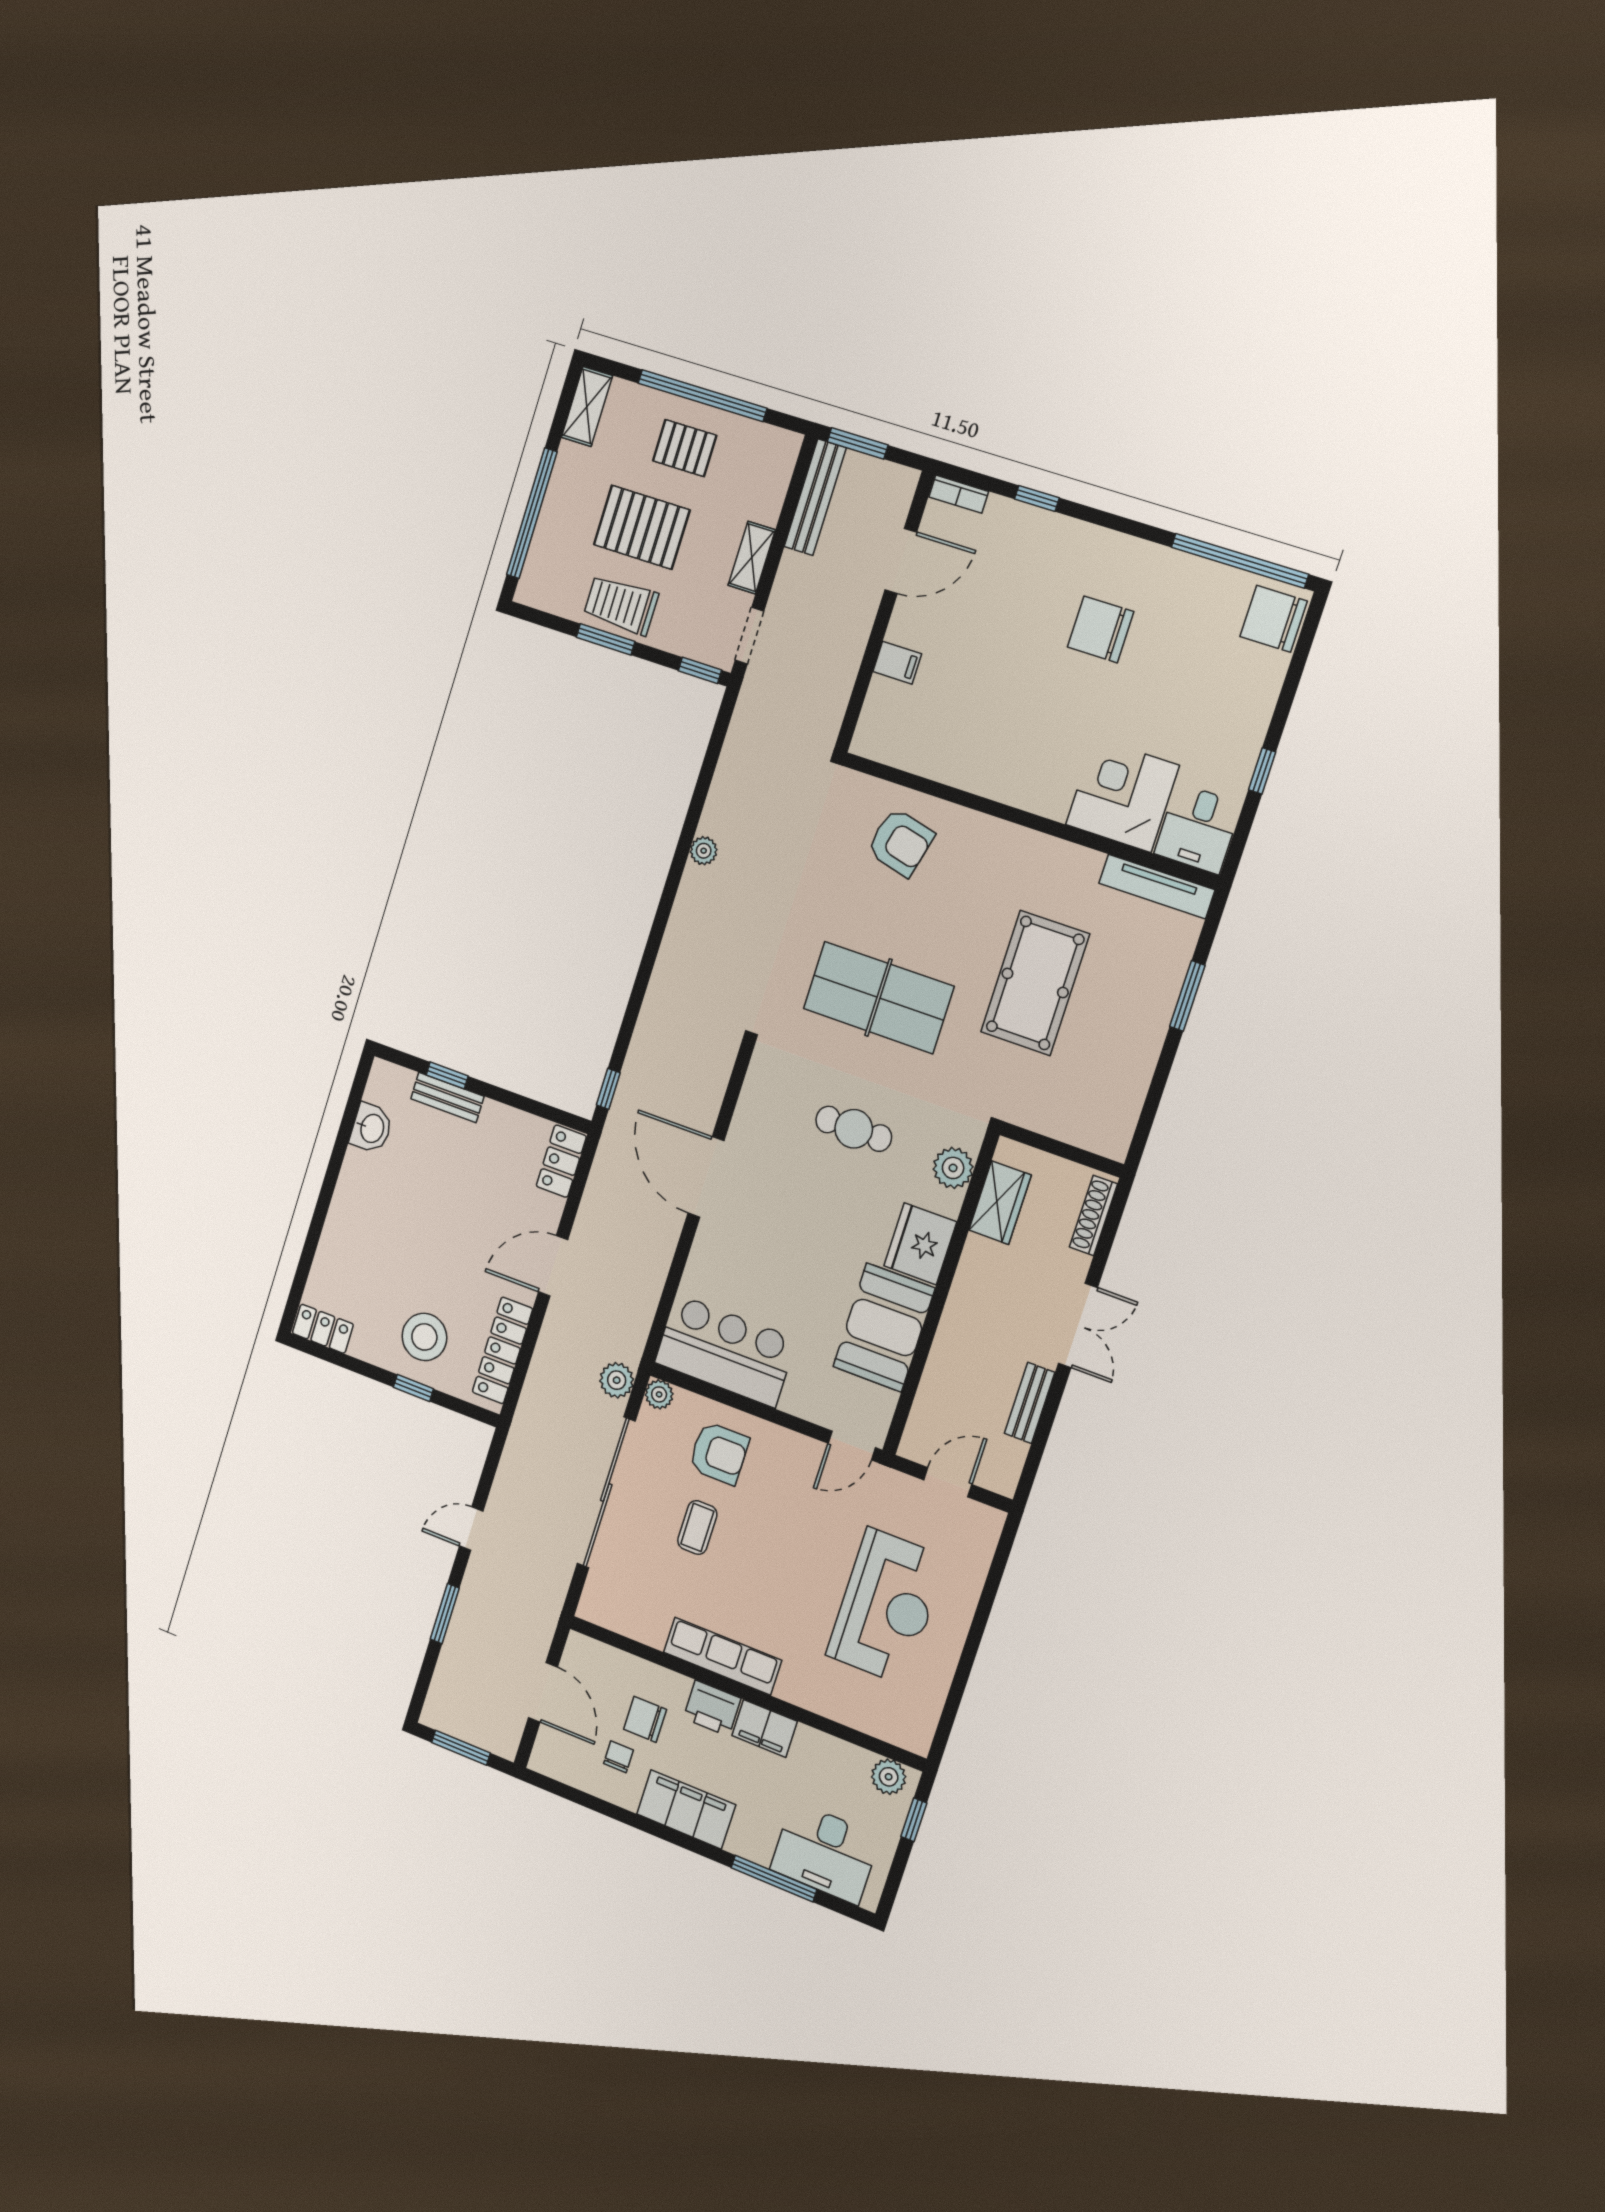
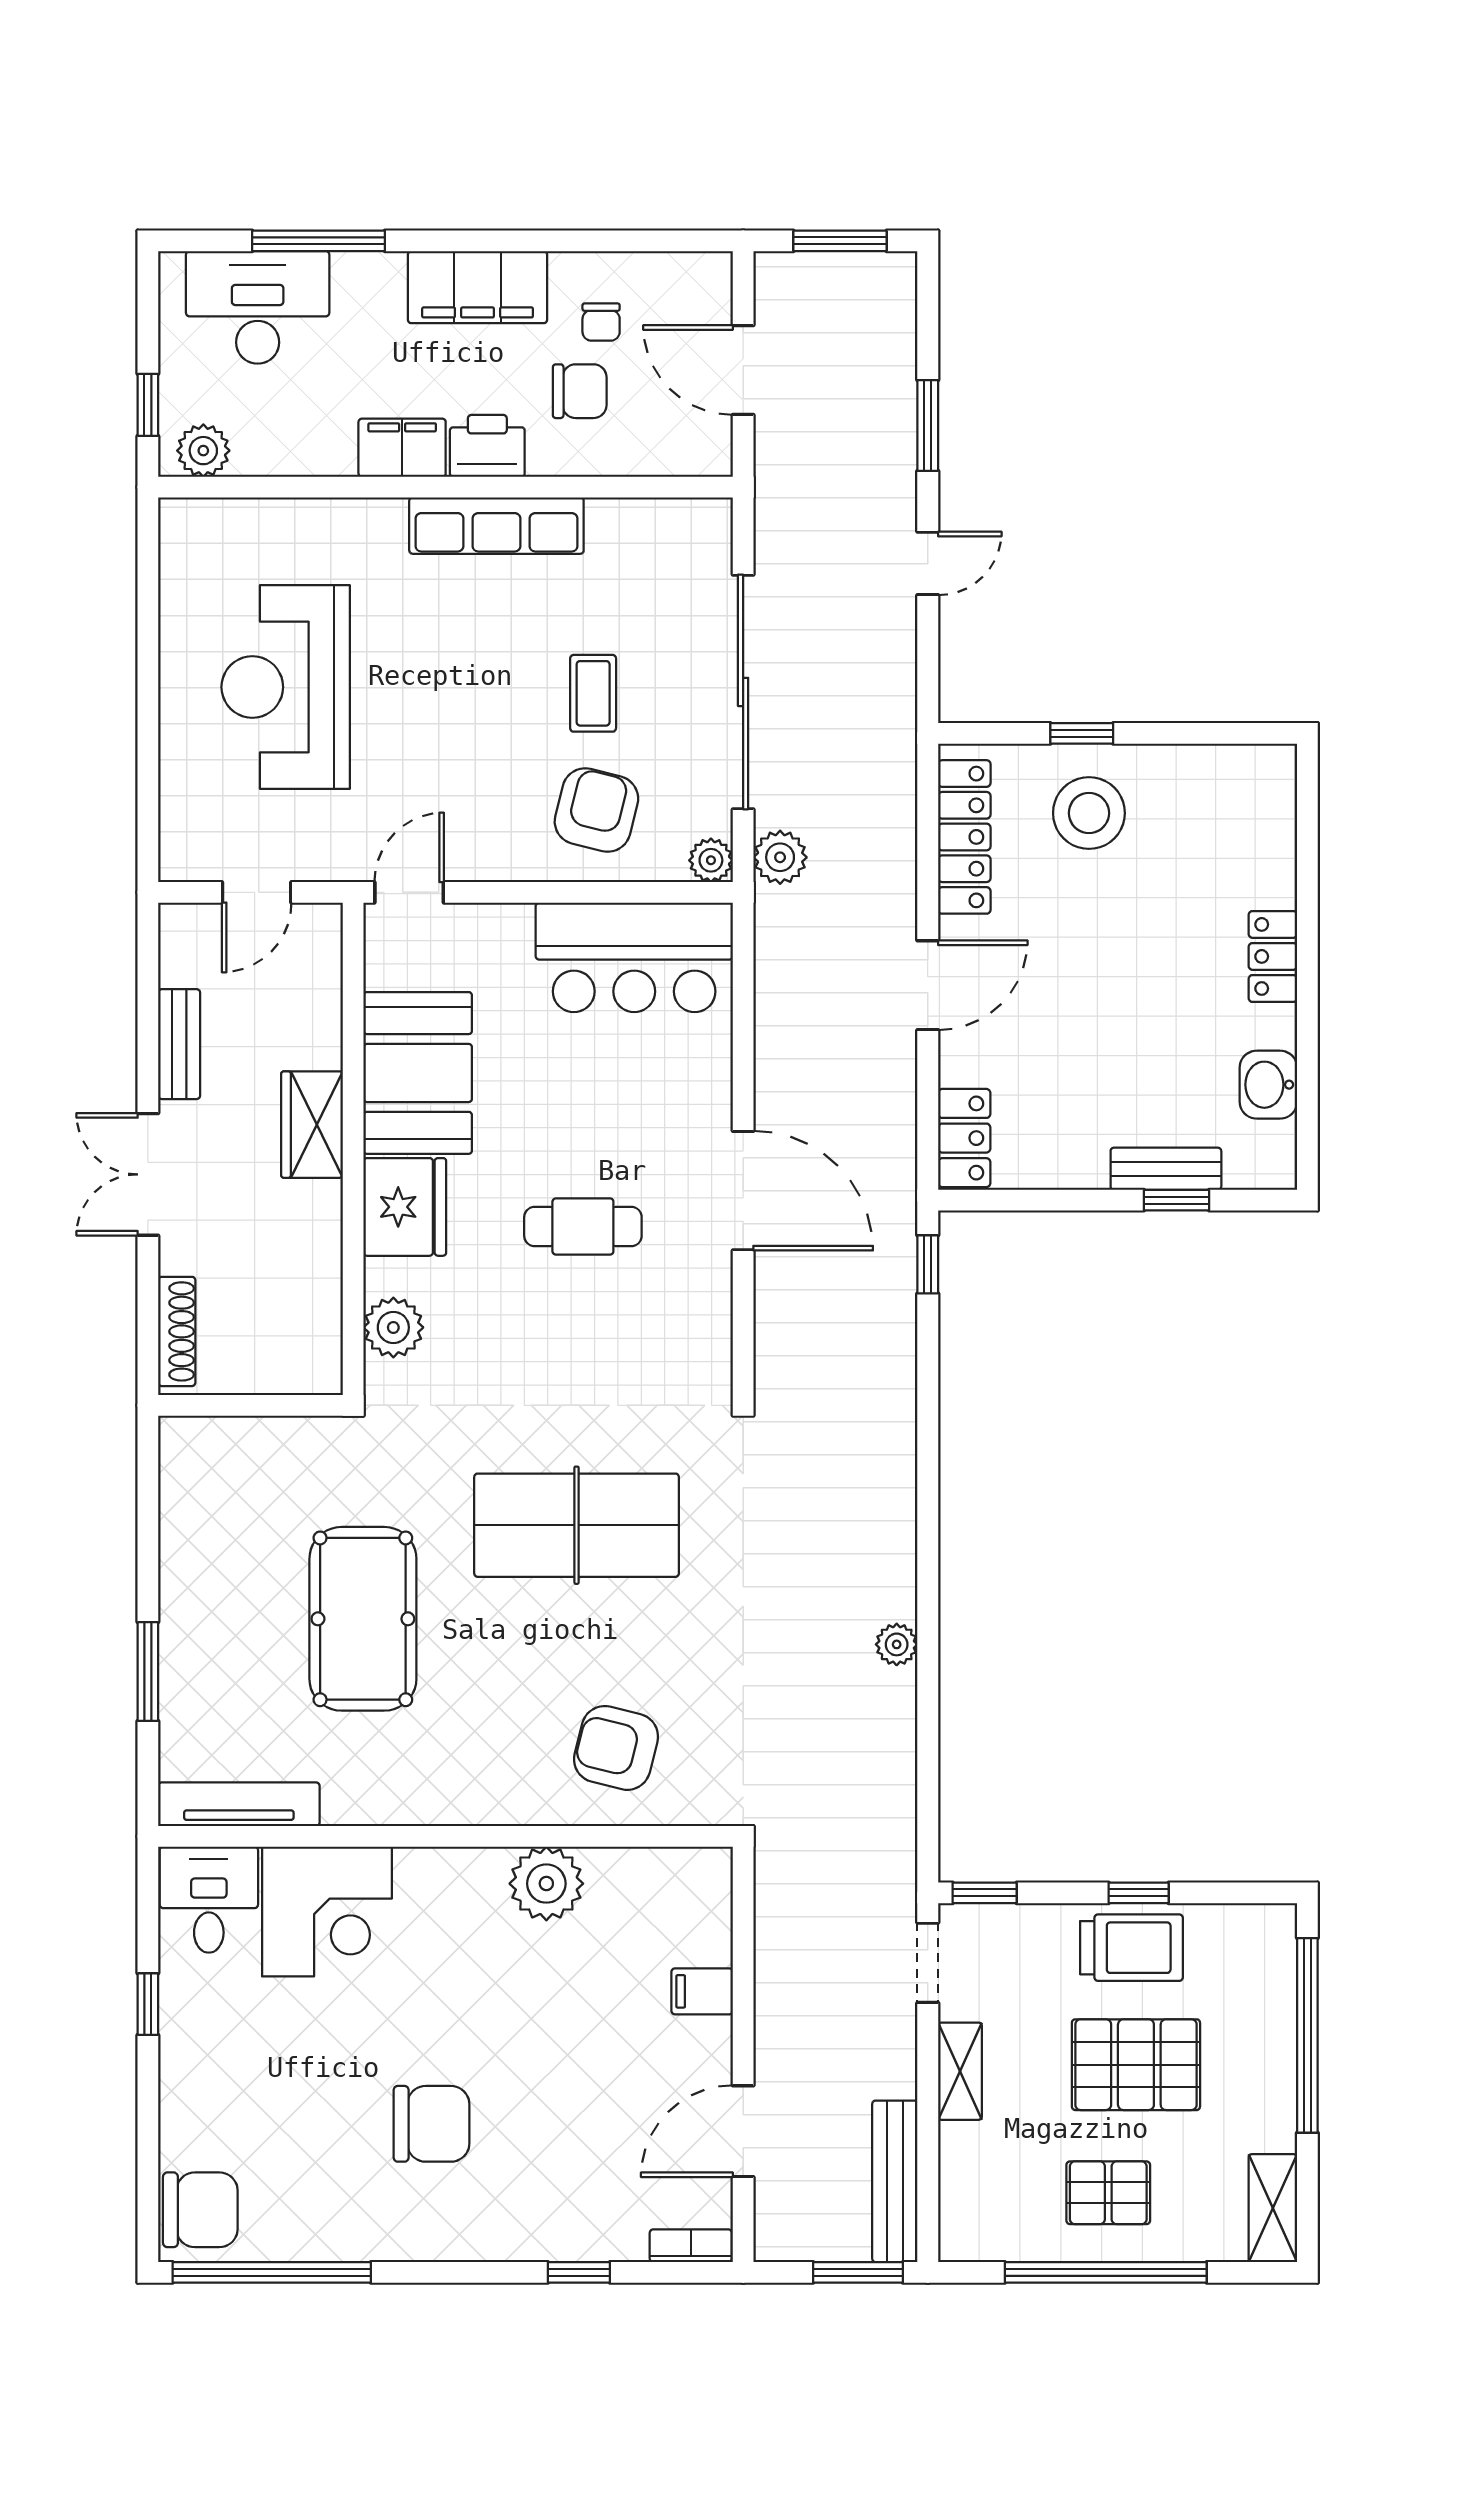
window: (606, 639) -> (1139, 1893), width x0.67
plant: (974, 767) -> (546, 1884), added
cafe table: (854, 1129) -> (583, 1226), moved
wardrobe: (1000, 1203) -> (312, 1125), moved
locker: (323, 1329) -> (1273, 956), moved, turned 90
armchair: (719, 1453) -> (596, 810), turned 104

